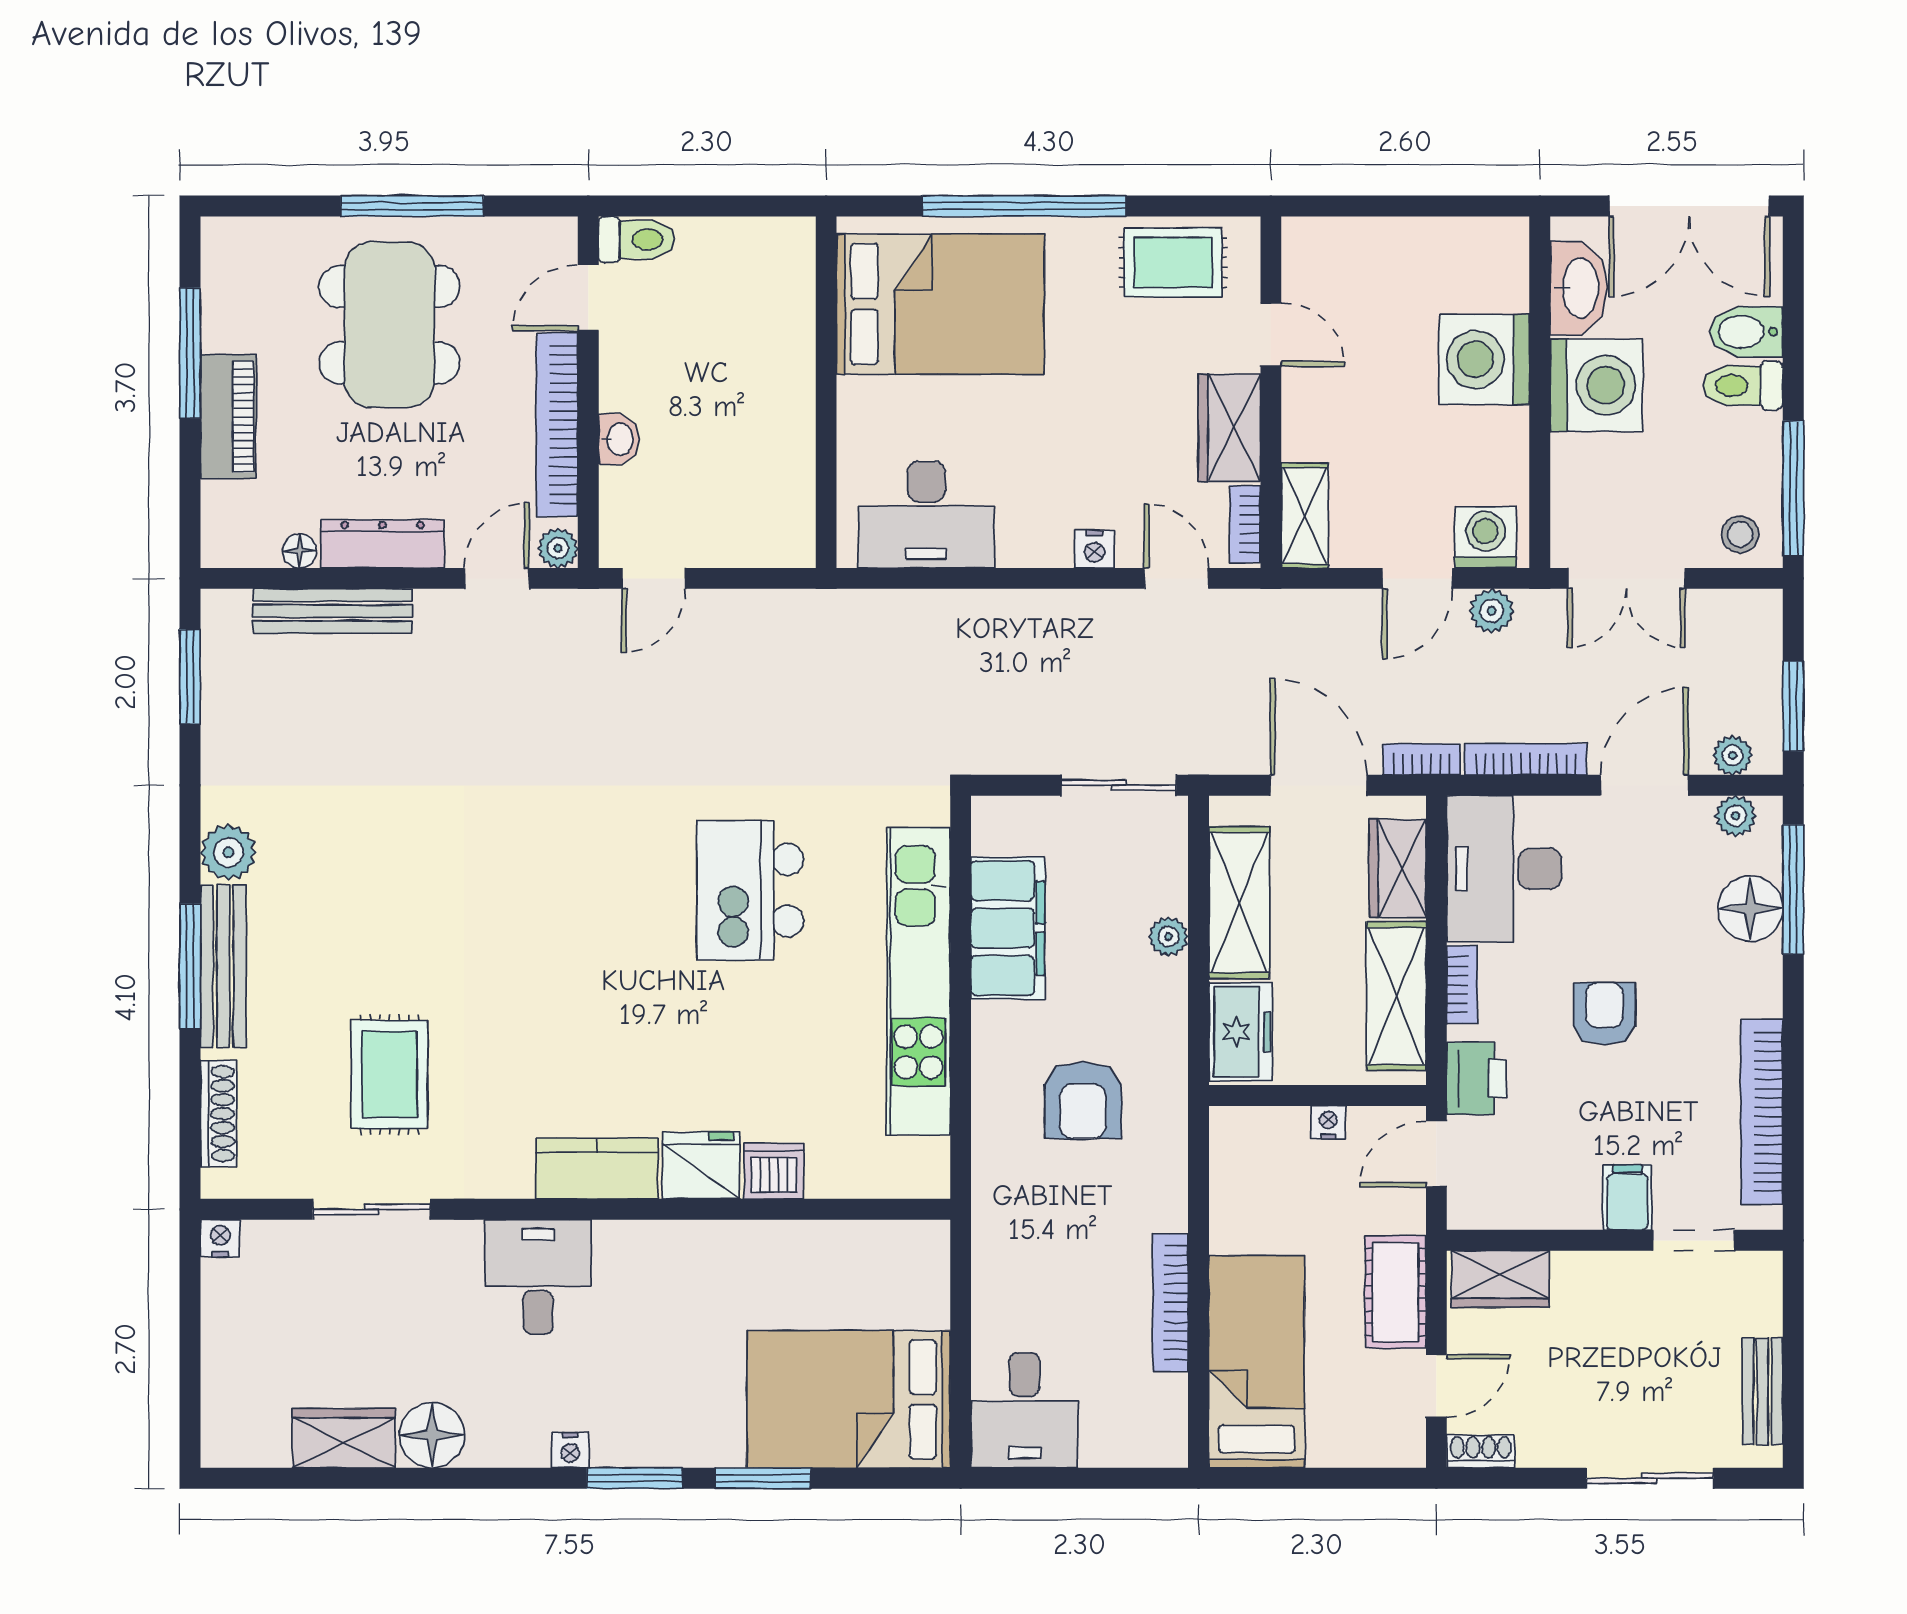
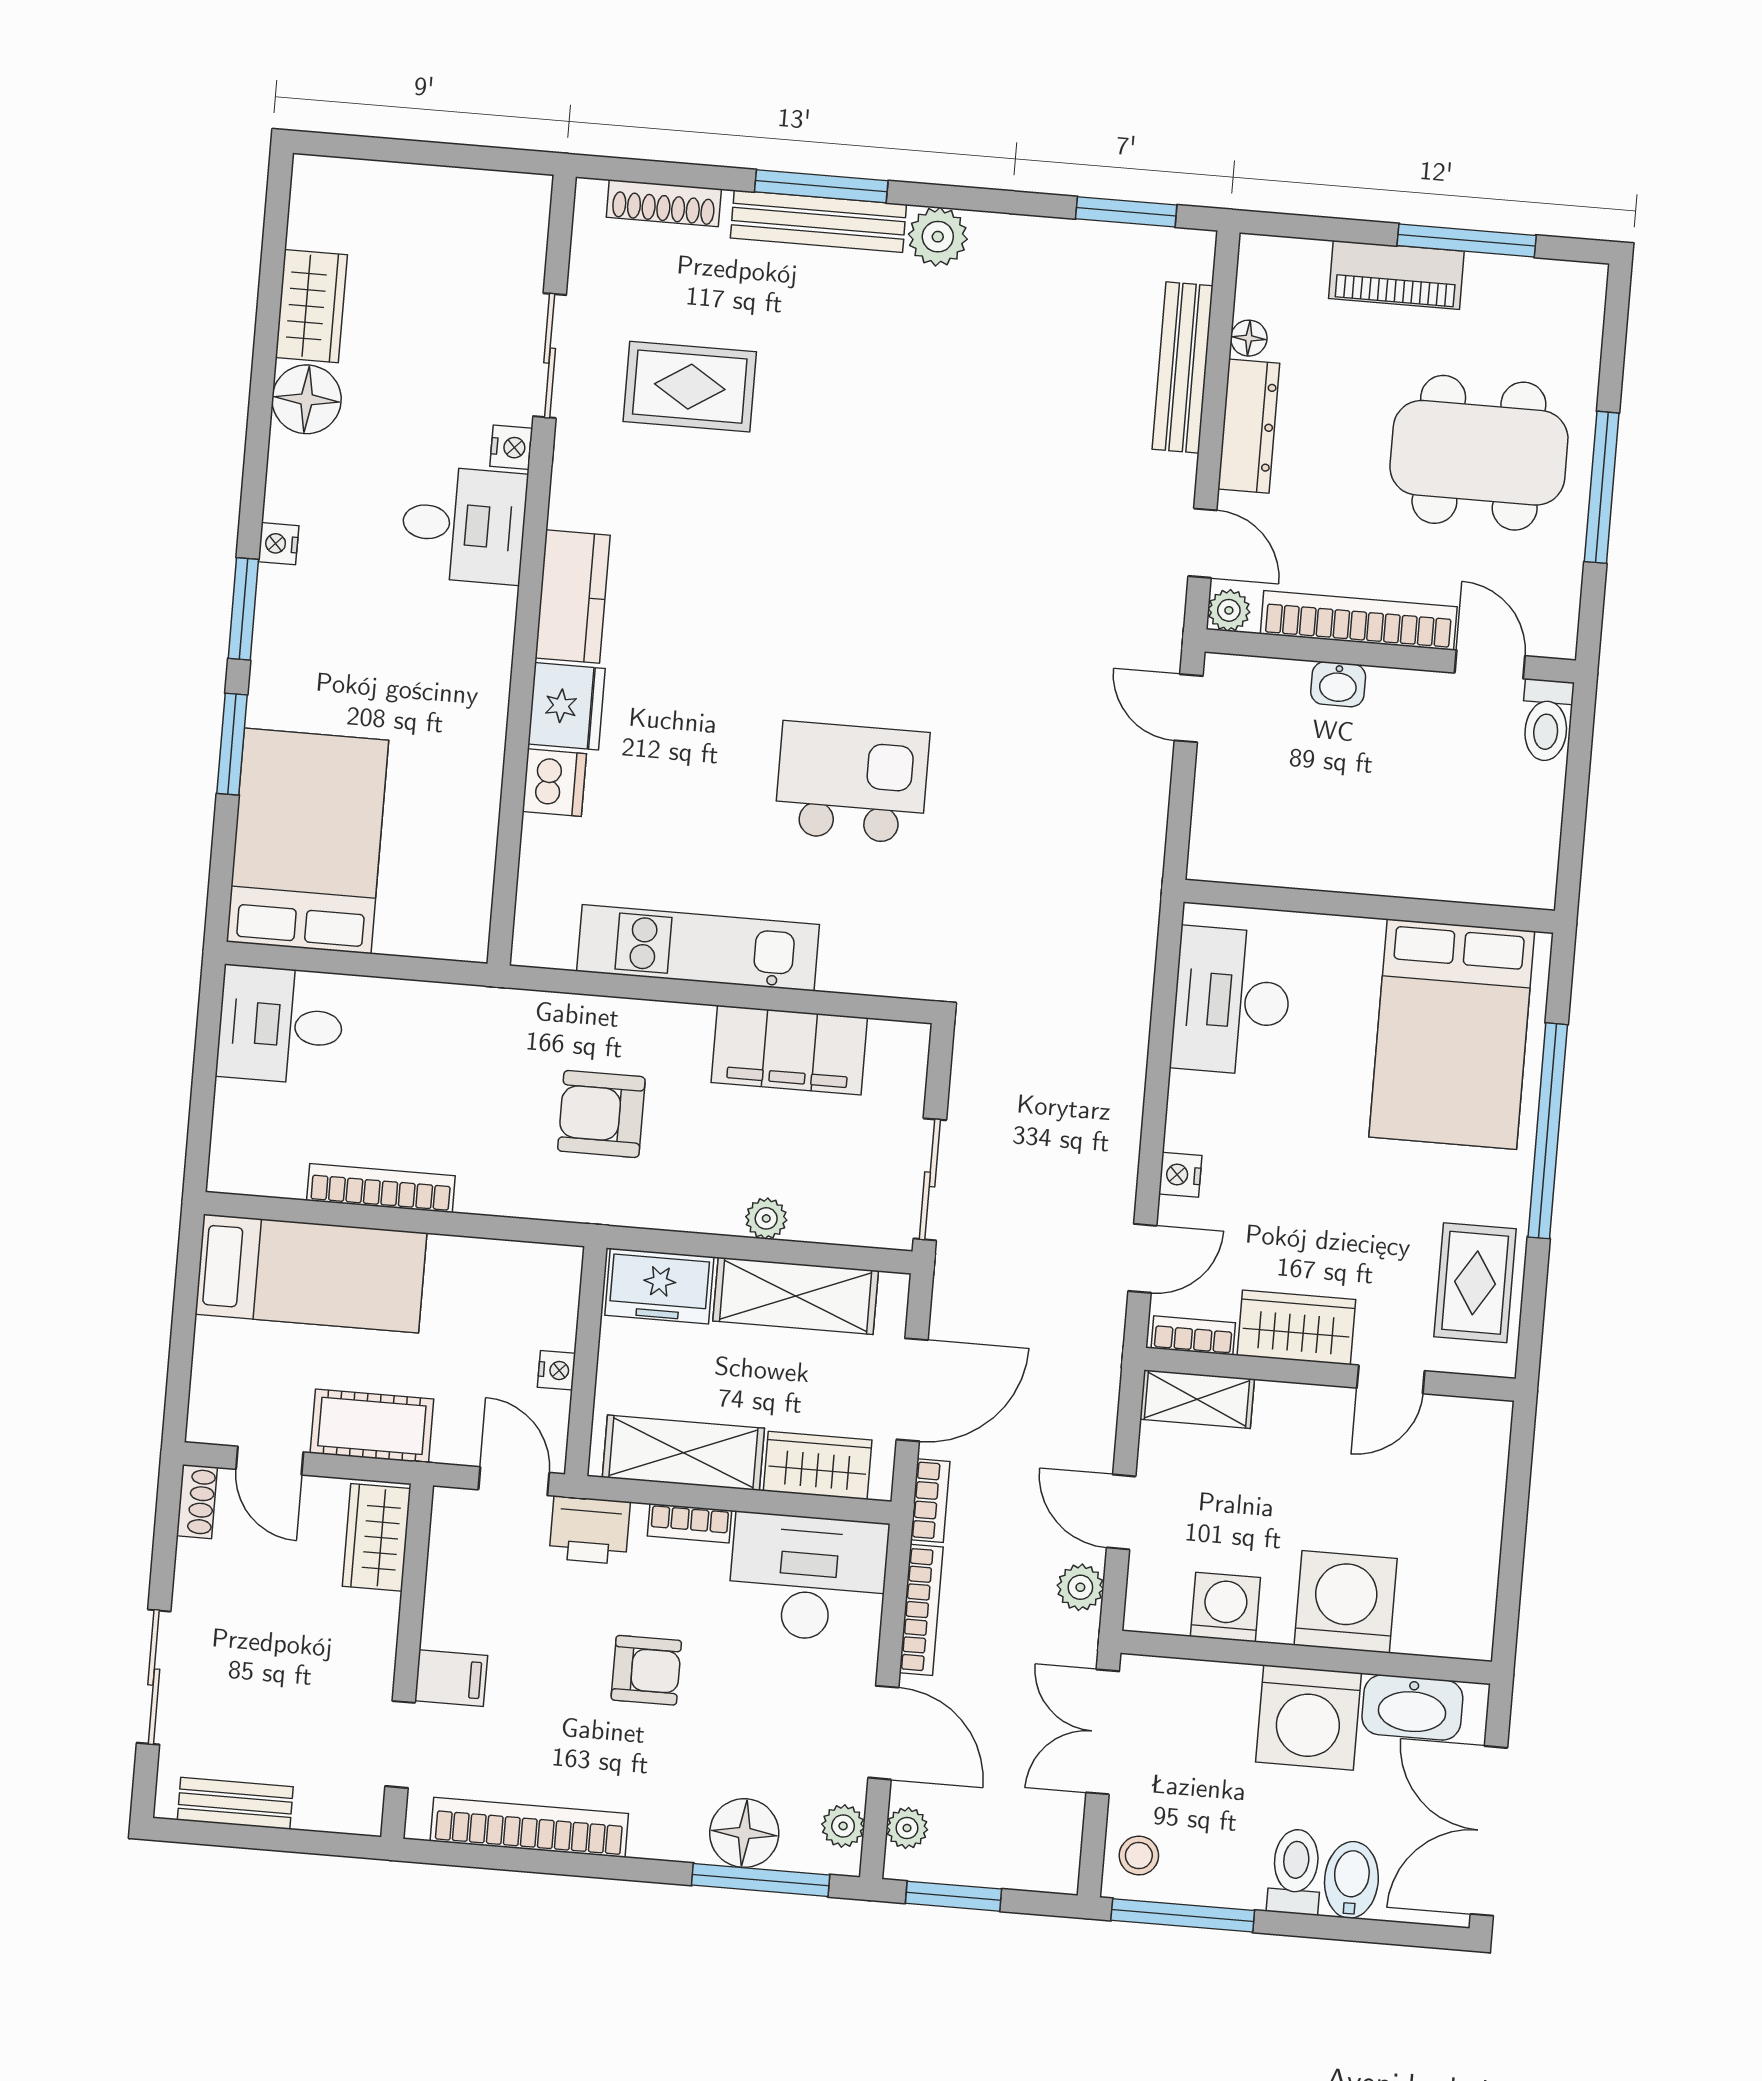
washing machine: (1485, 537) -> (1225, 1607), moved, turned -90
kitchen unit: (918, 981) -> (698, 948), width x0.73
nightstand: (220, 1238) -> (511, 447), moved

